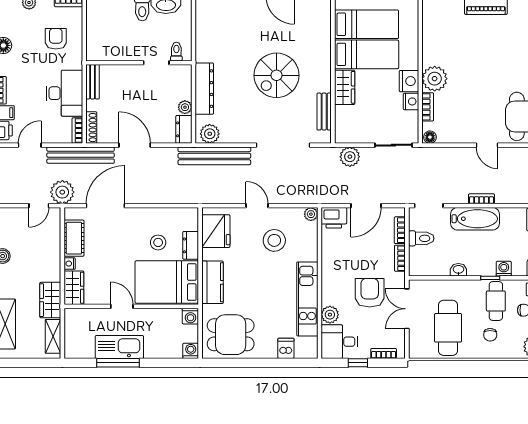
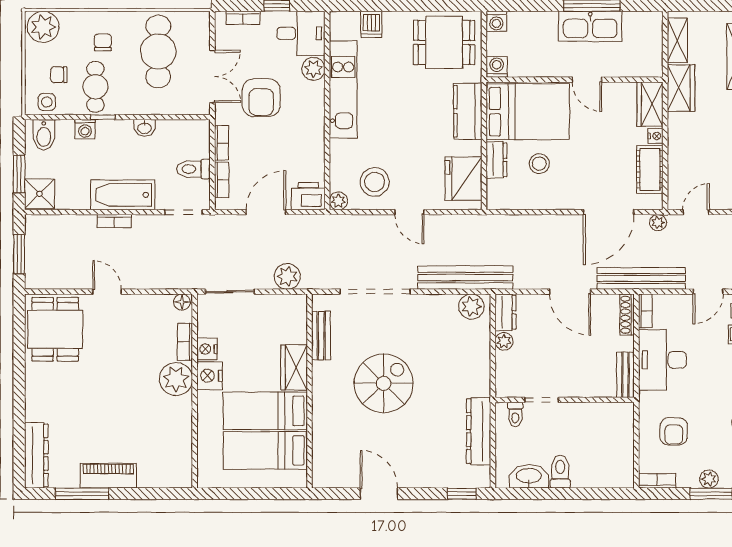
dresser: (204, 89) -> (479, 431), moved
plant: (62, 192) -> (658, 223), width x0.53, depth x0.53
stool: (274, 240) -> (375, 182), moved

